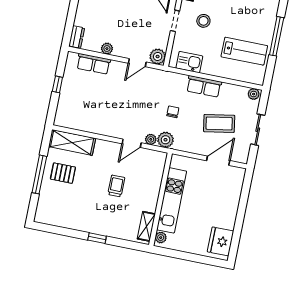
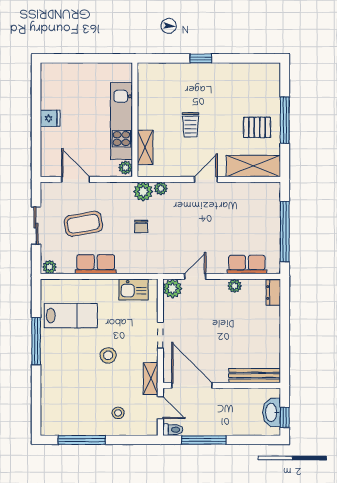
stool: (203, 21) -> (108, 355), moved
lab bench: (244, 51) -> (71, 316), turned 180
window: (57, 84) -> (285, 231), width x3.17
row of seats: (204, 86) -> (96, 264), moved
door: (132, 143) -> (206, 179), moved
door: (218, 161) -> (76, 179), swing flipped
shelving: (146, 226) -> (145, 147), moved
plant: (161, 238) -> (125, 168), moved
fridge: (221, 241) -> (50, 118), moved, width x0.53, depth x0.75

